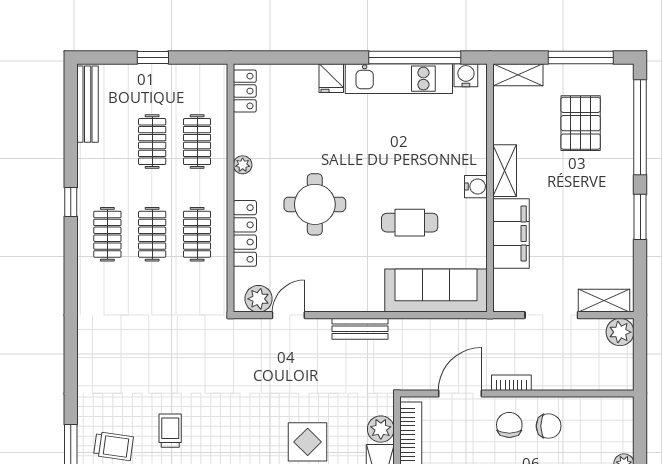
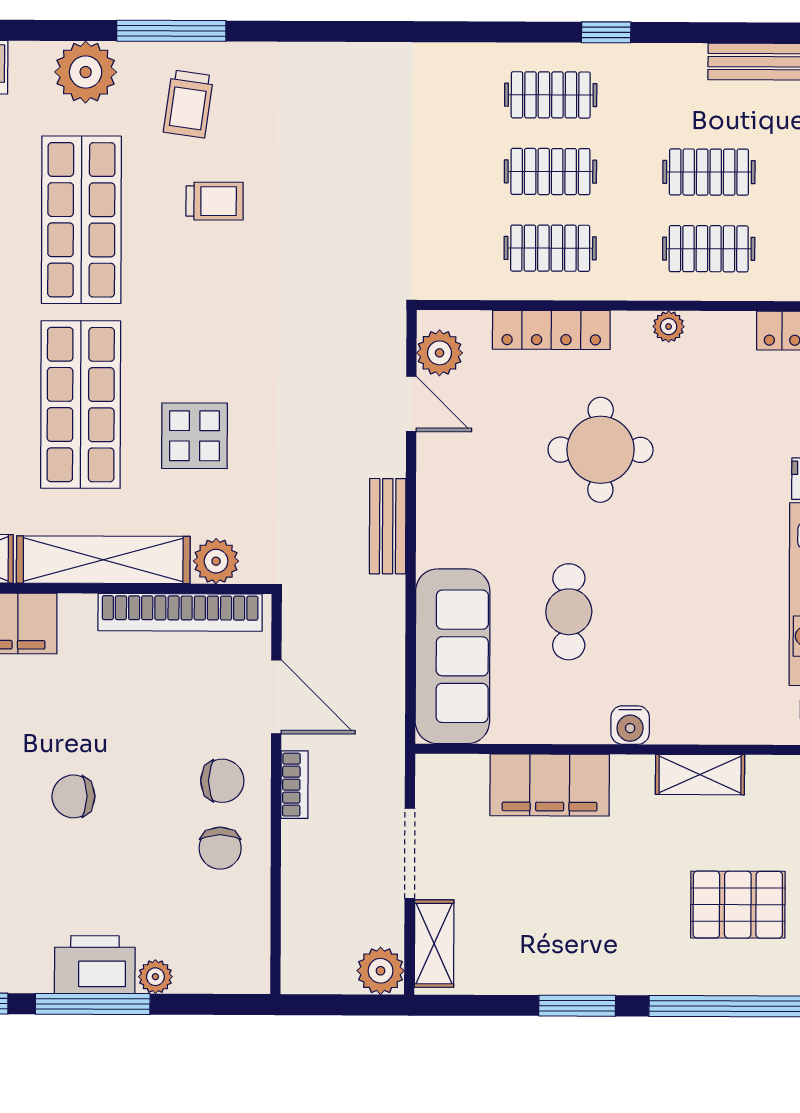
shelving: (505, 171) -> (700, 775), moved

